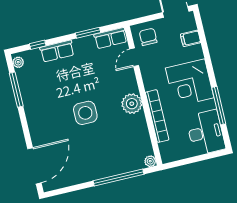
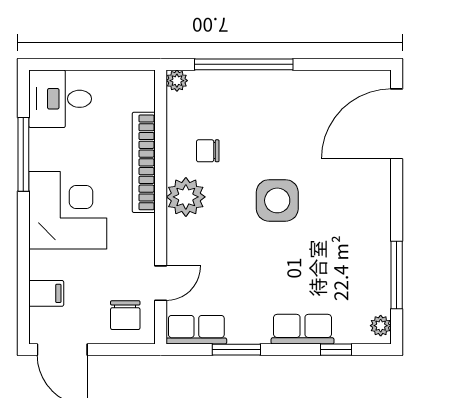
chair: (126, 130) -> (208, 151), added
desk: (206, 133) -> (60, 99), width x0.73

